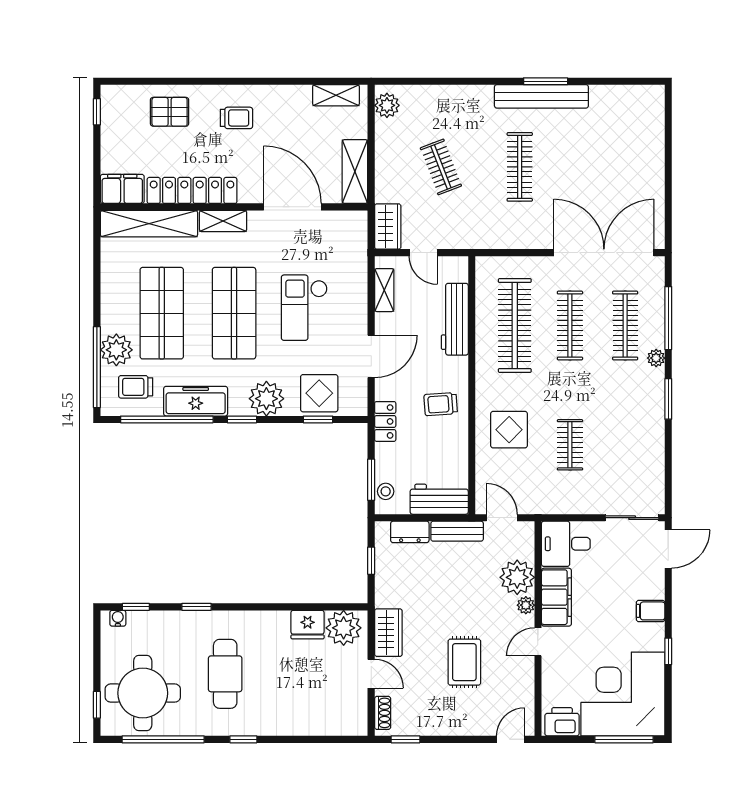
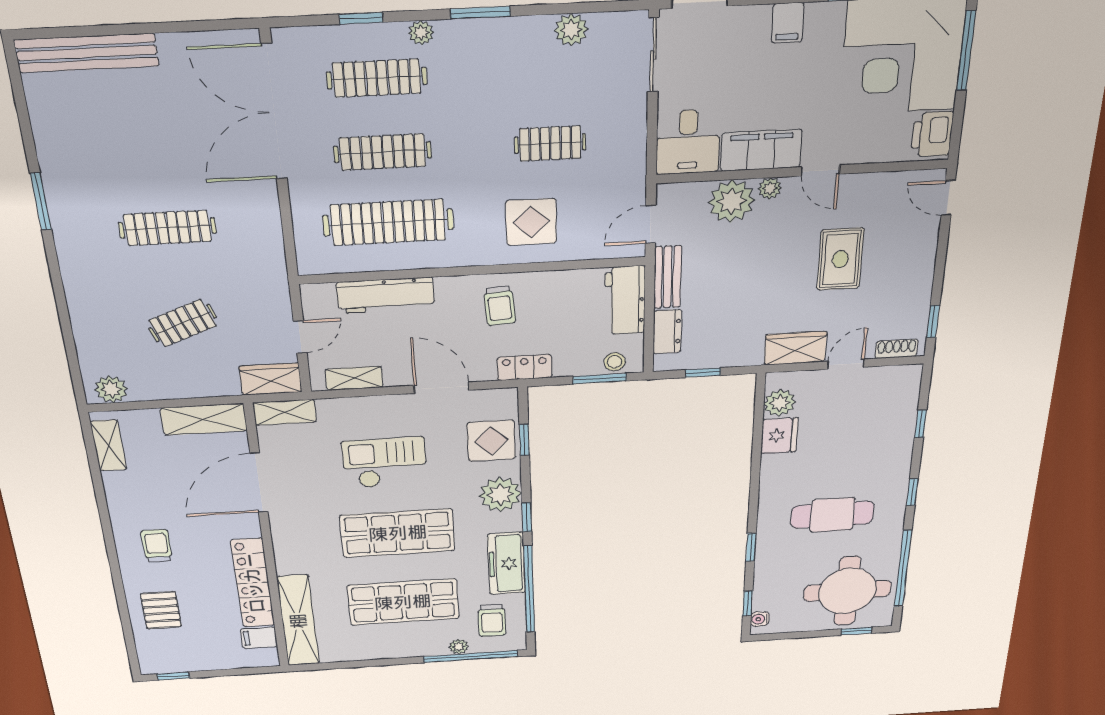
bench: (541, 96) -> (87, 53), moved, turned 90
filing cabinet: (122, 189) -> (259, 638), width x0.50
shelving: (223, 221) -> (285, 412), moved, turned 90
checkout: (304, 308) -> (385, 463), turned 180
window: (668, 318) -> (361, 18), width x0.46
plant: (116, 350) -> (459, 647), width x0.53, depth x0.53
plant: (653, 461) -> (571, 30), added
plant: (344, 628) -> (780, 403), width x0.73, depth x0.73
rug: (464, 662) -> (840, 259), turned 90
window: (311, 739) -> (921, 424), added

